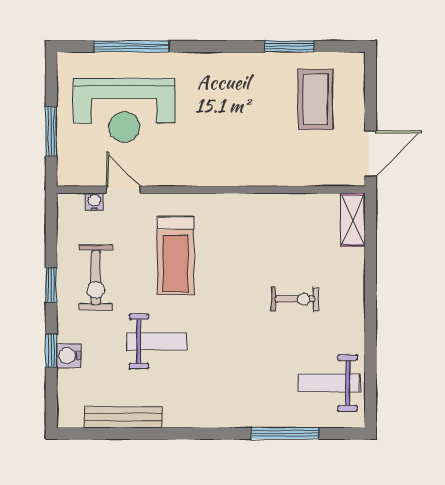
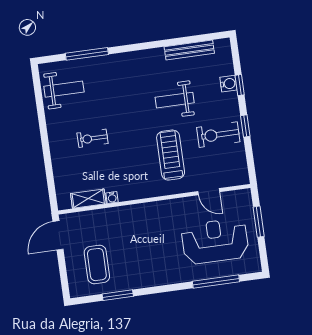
water cooler: (94, 202) -> (112, 197), moved
shelving: (353, 220) -> (88, 199), moved, turned 90
exercise bike: (96, 277) -> (218, 135), turned -90

